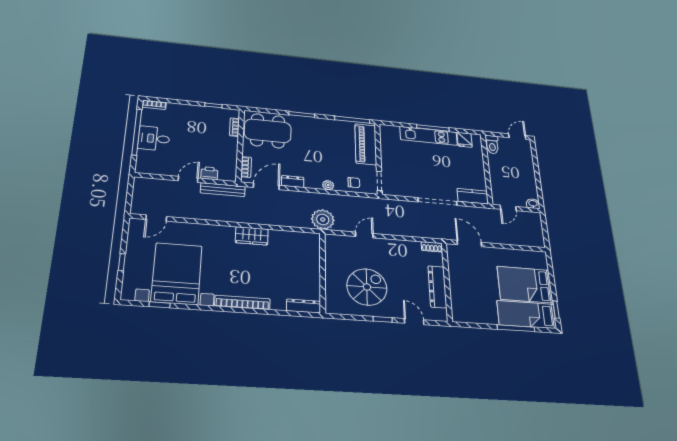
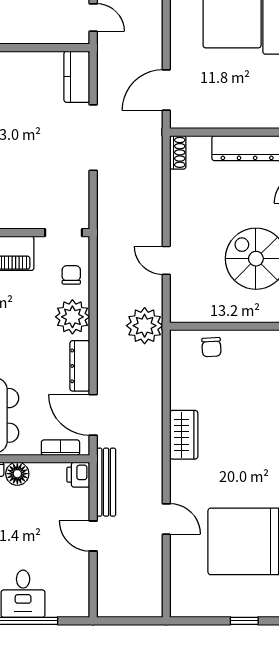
floor lamp: (231, 143) -> (17, 474), added
printer: (209, 173) -> (78, 475), moved
dresser: (293, 182) -> (80, 366), width x1.44
plant: (328, 185) -> (72, 317), width x1.88, depth x1.88
door: (156, 218) -> (166, 519), moved
chair: (309, 256) -> (211, 347), added

